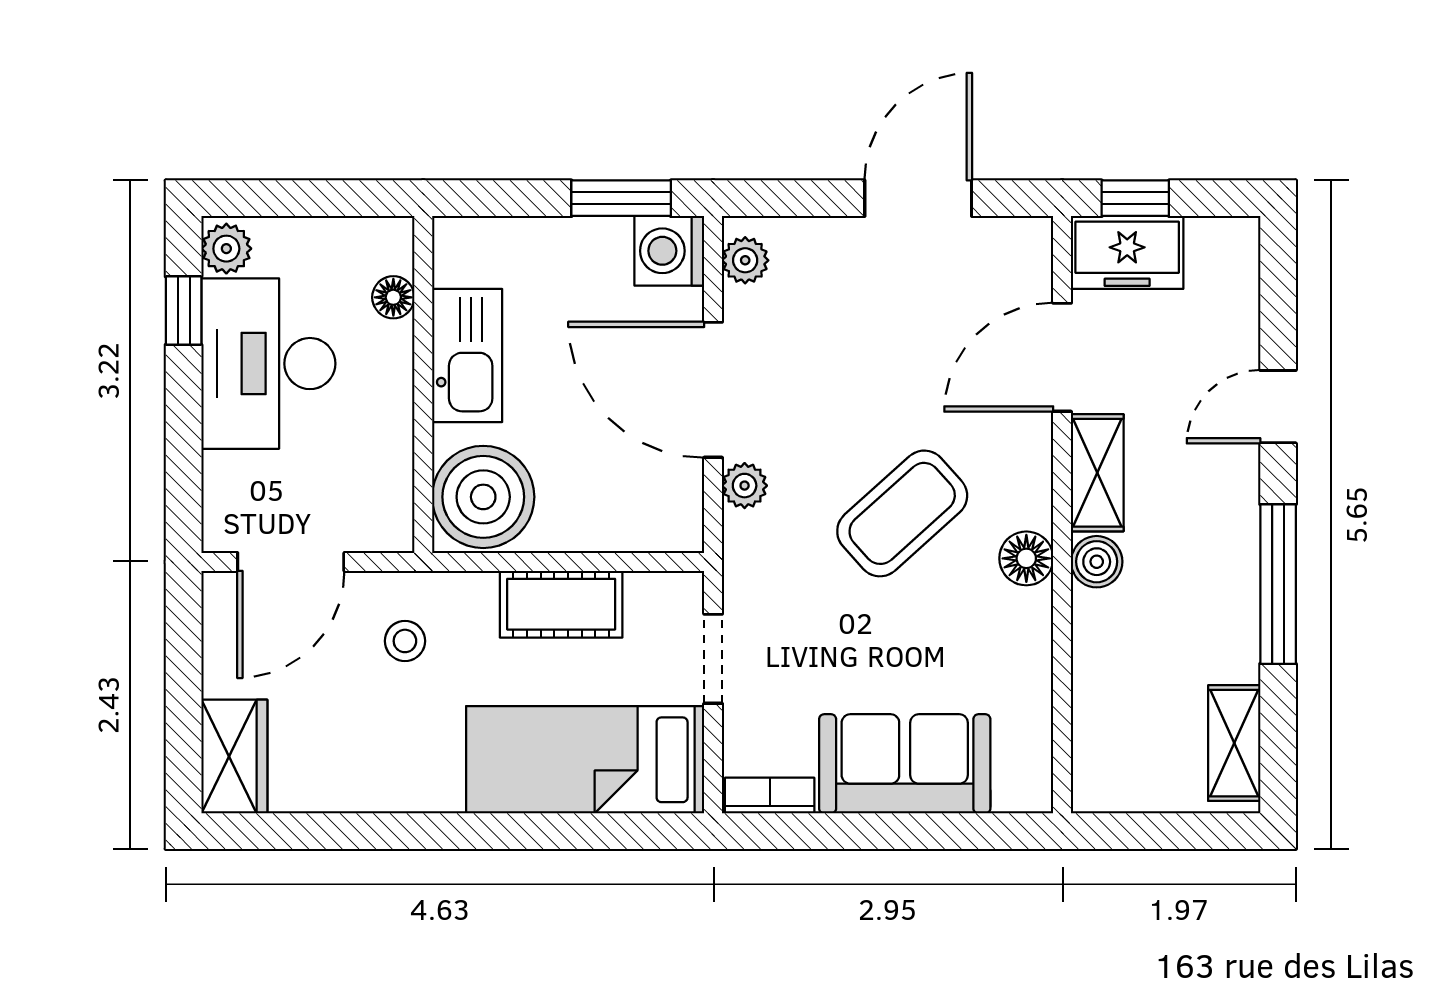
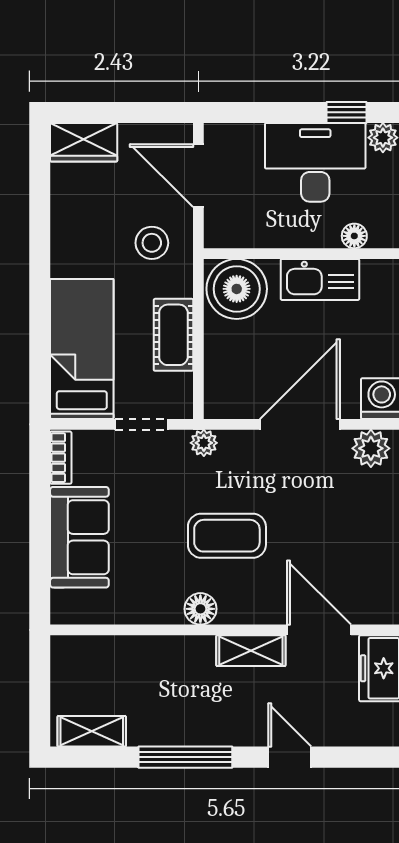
plant: (745, 260) -> (371, 448), width x1.38, depth x1.38
plant: (745, 486) -> (204, 443), moved
coffee table: (902, 513) -> (227, 536), turned -48
boiler: (1097, 562) -> (199, 650), removed
stool: (405, 641) -> (152, 243), width x1.37, depth x1.37

